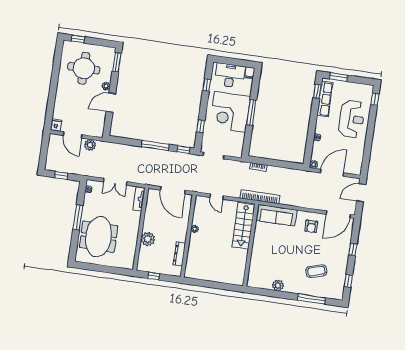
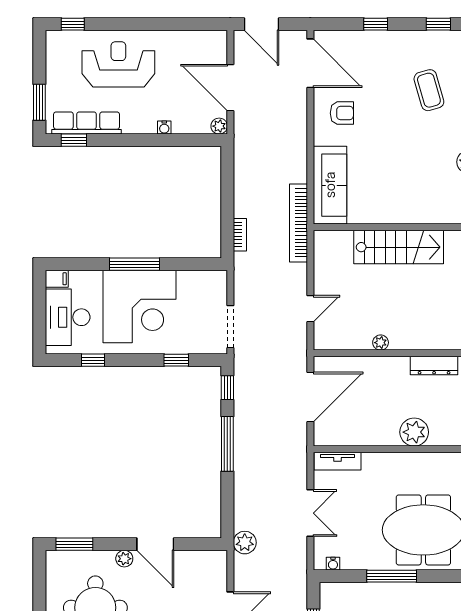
plant: (90, 145) -> (245, 543), moved
stairs: (243, 226) -> (399, 247), moved

